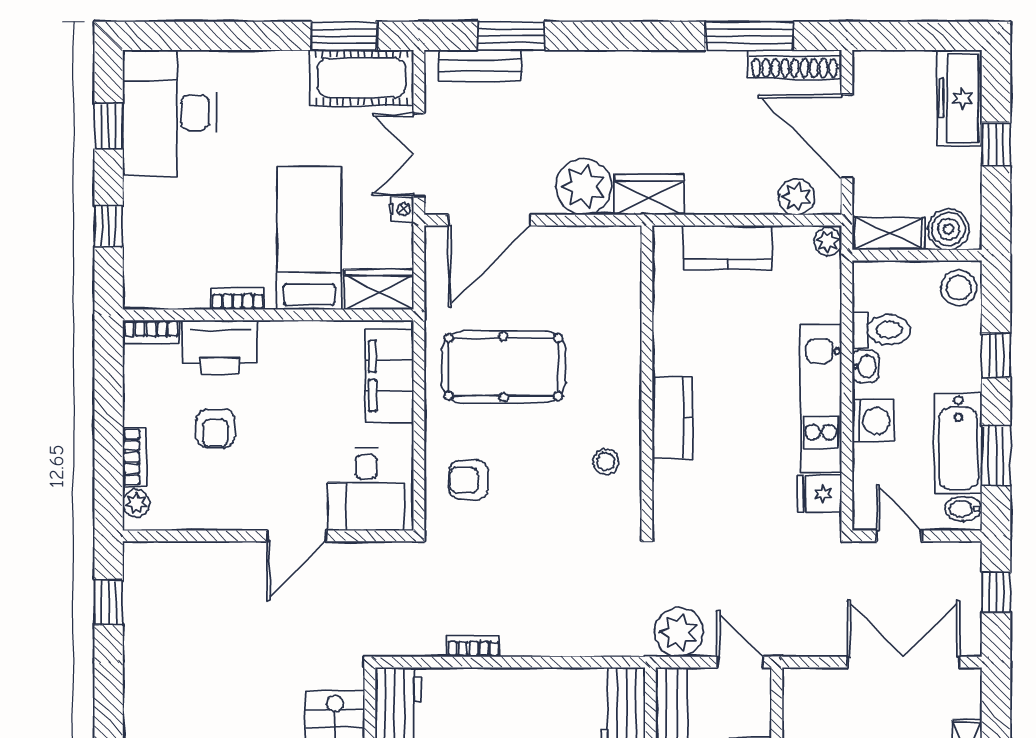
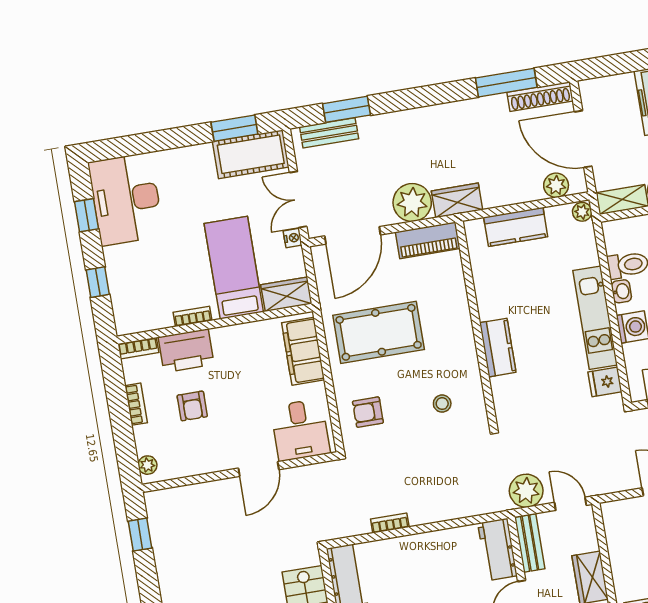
piano: (597, 245) -> (428, 240), added
bookcase: (134, 457) -> (136, 404), moved
stool: (606, 461) -> (442, 404), moved

